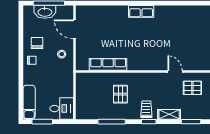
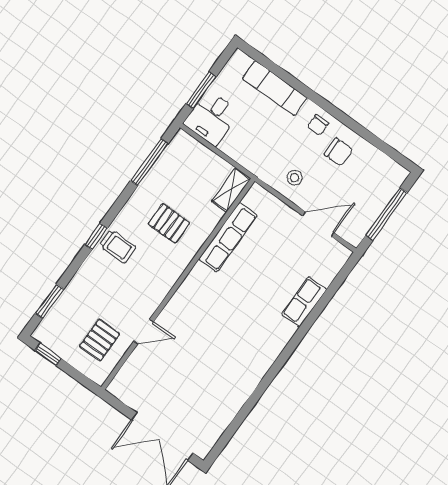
row of seats: (141, 11) -> (304, 302), moved
washbasin: (45, 12) -> (377, 198), removed
exam couch: (29, 102) -> (275, 88), moved
shelving: (169, 114) -> (231, 190), moved
window: (42, 122) -> (201, 90), moved
window: (112, 122) -> (149, 162), moved

